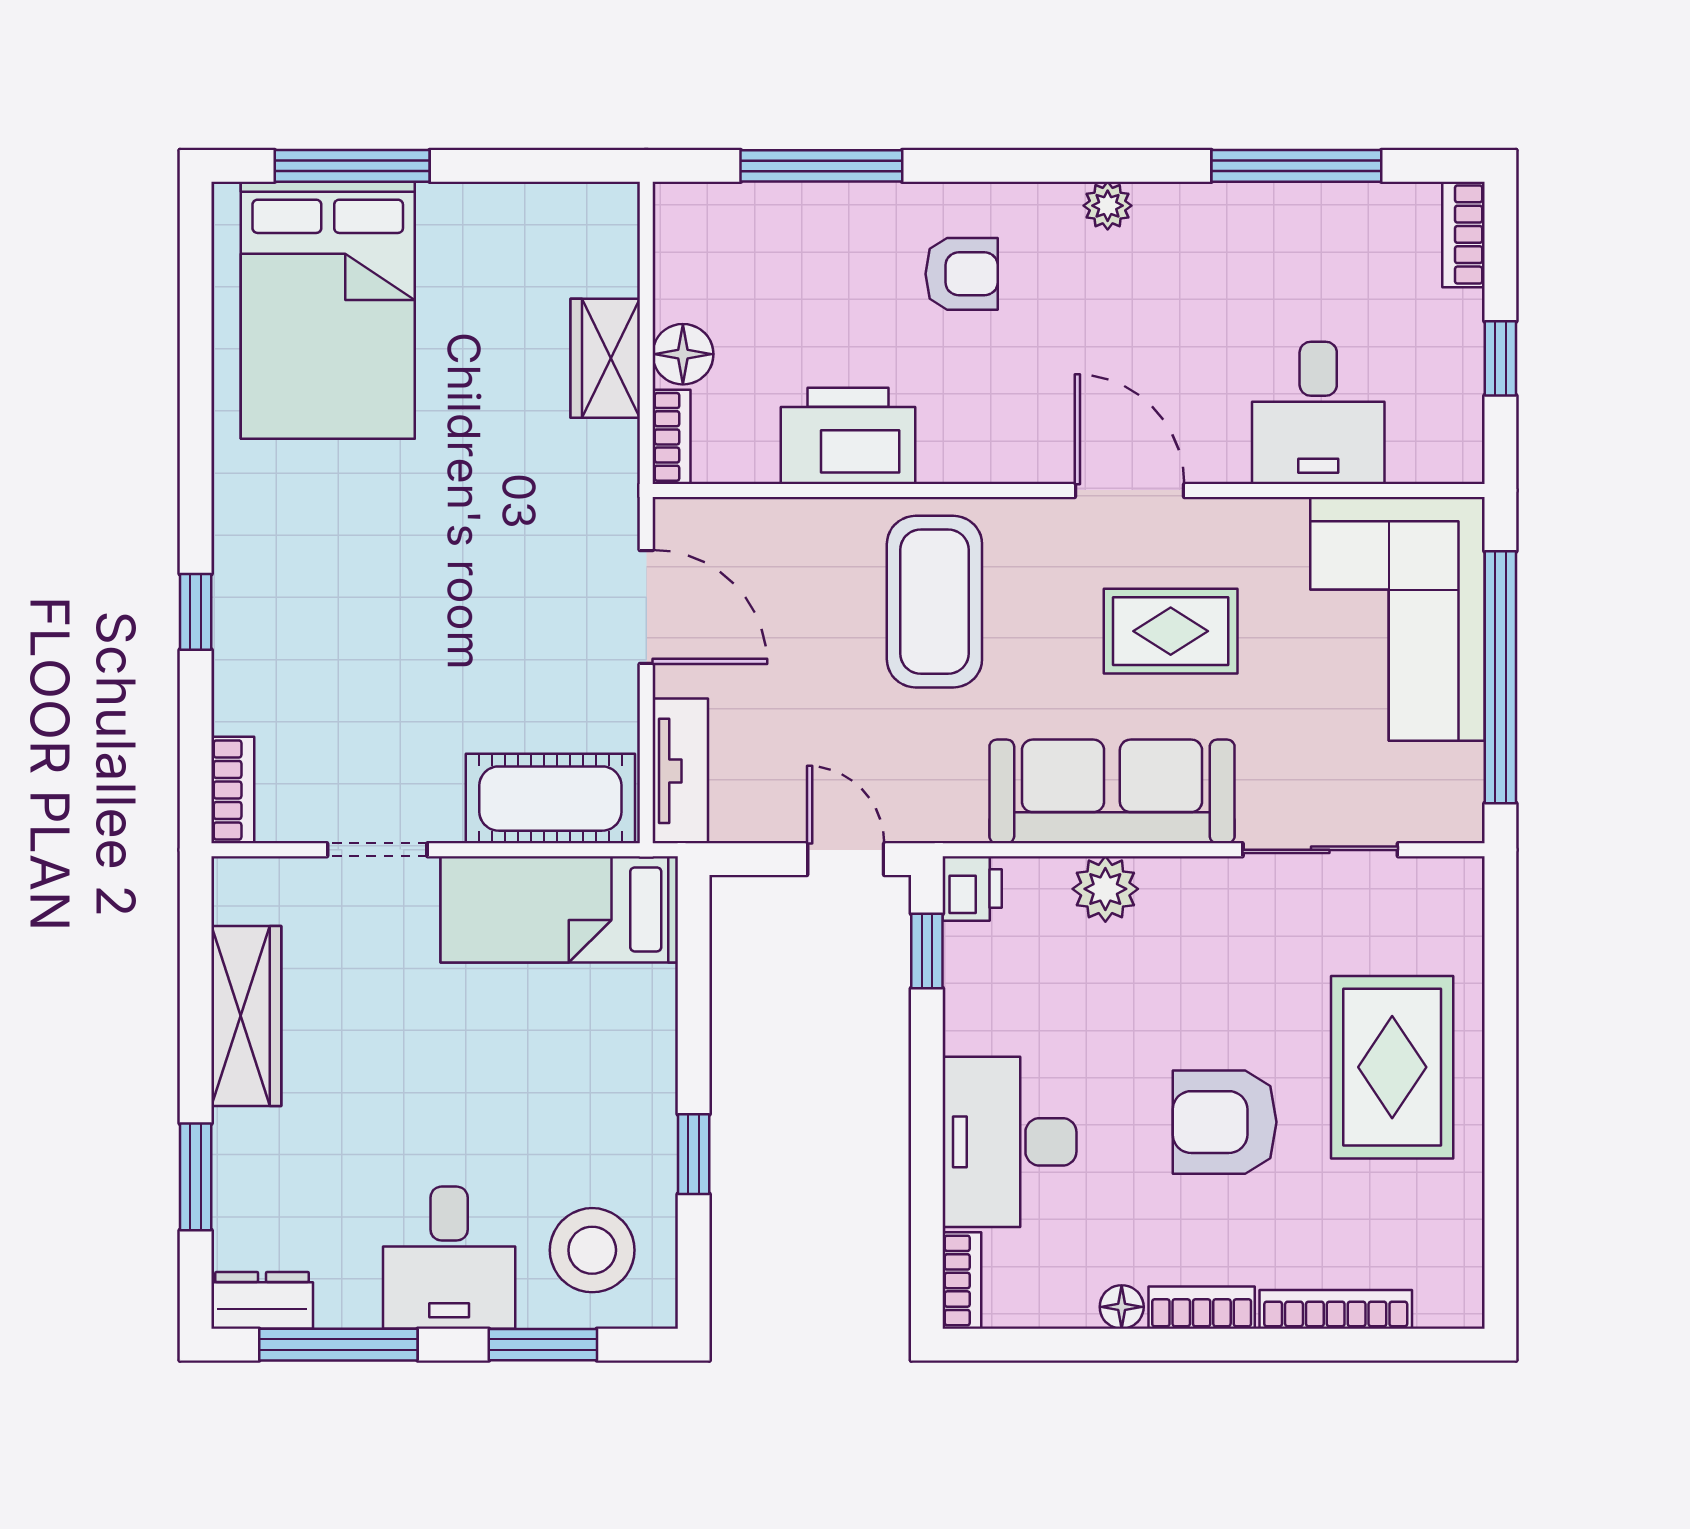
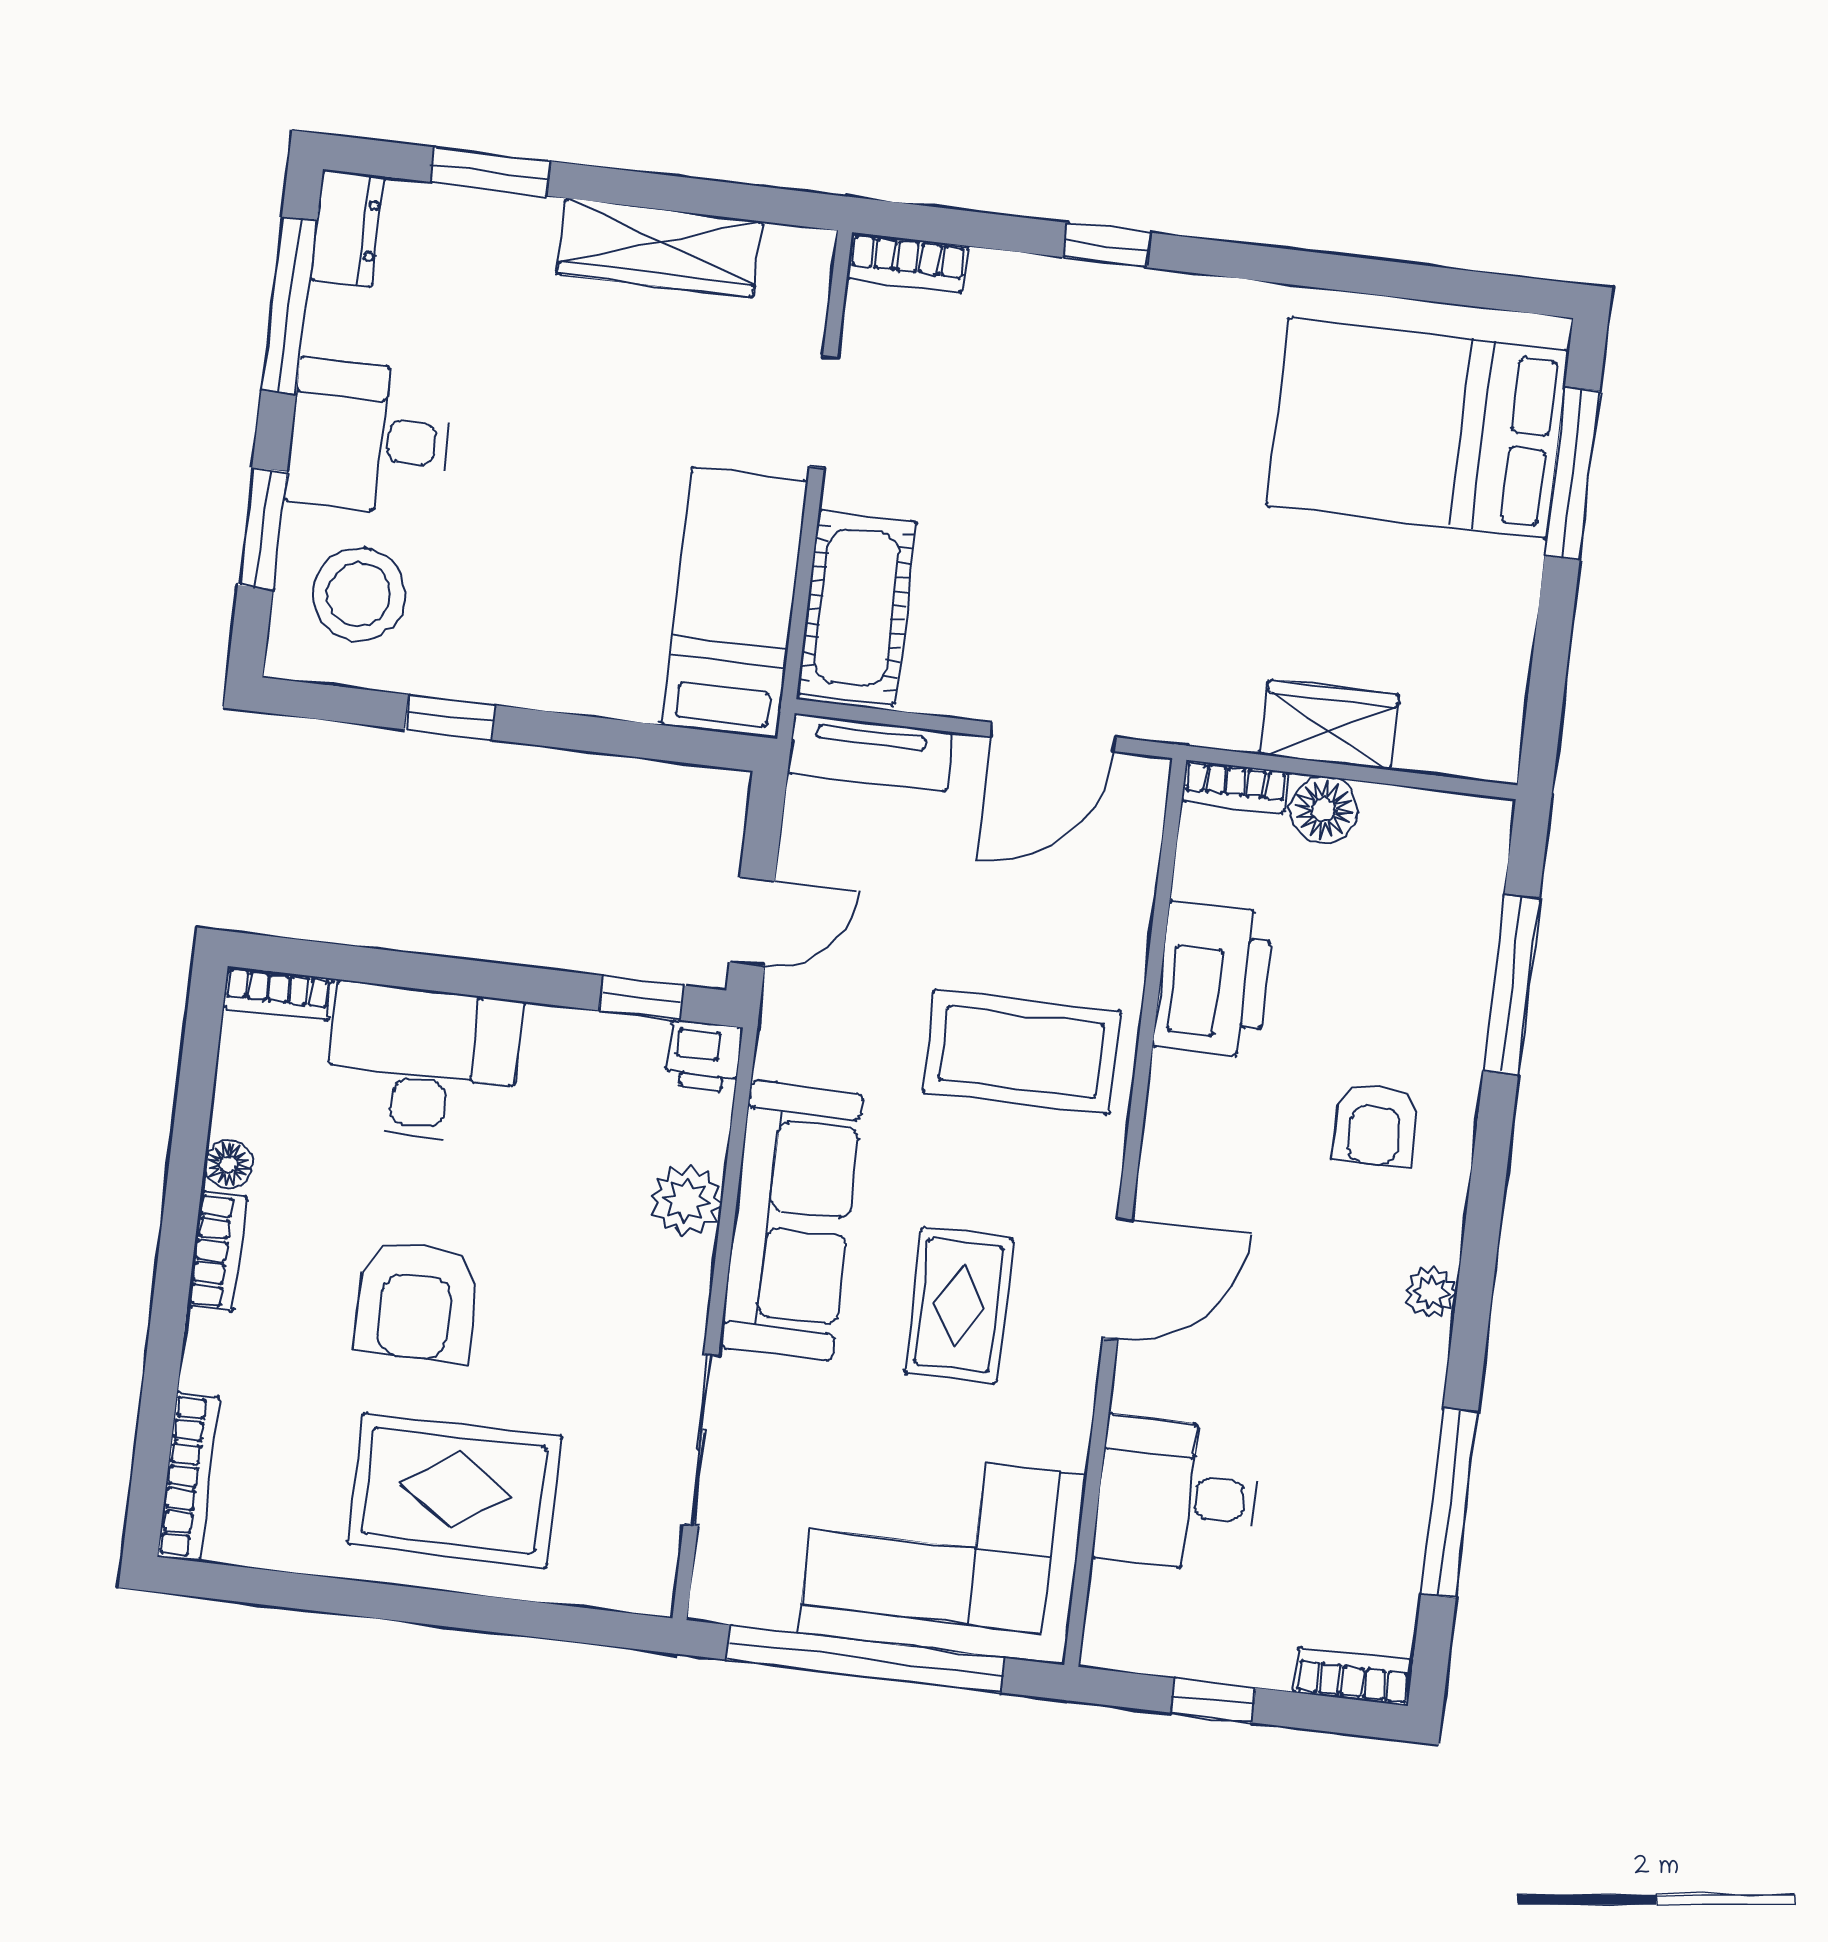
armchair: (1225, 1122) -> (416, 1300), turned 180
bookcase: (1336, 1309) -> (188, 1477), moved

